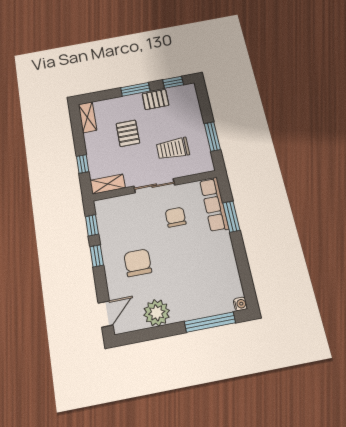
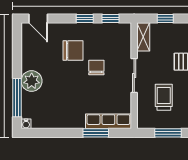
chair: (176, 217) -> (96, 68), moved, turned -90
plant: (157, 313) -> (32, 81), moved

